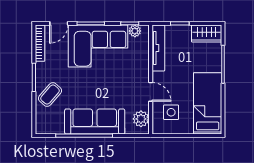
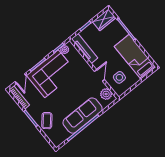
door: (151, 92) -> (100, 75), hinge flipped

